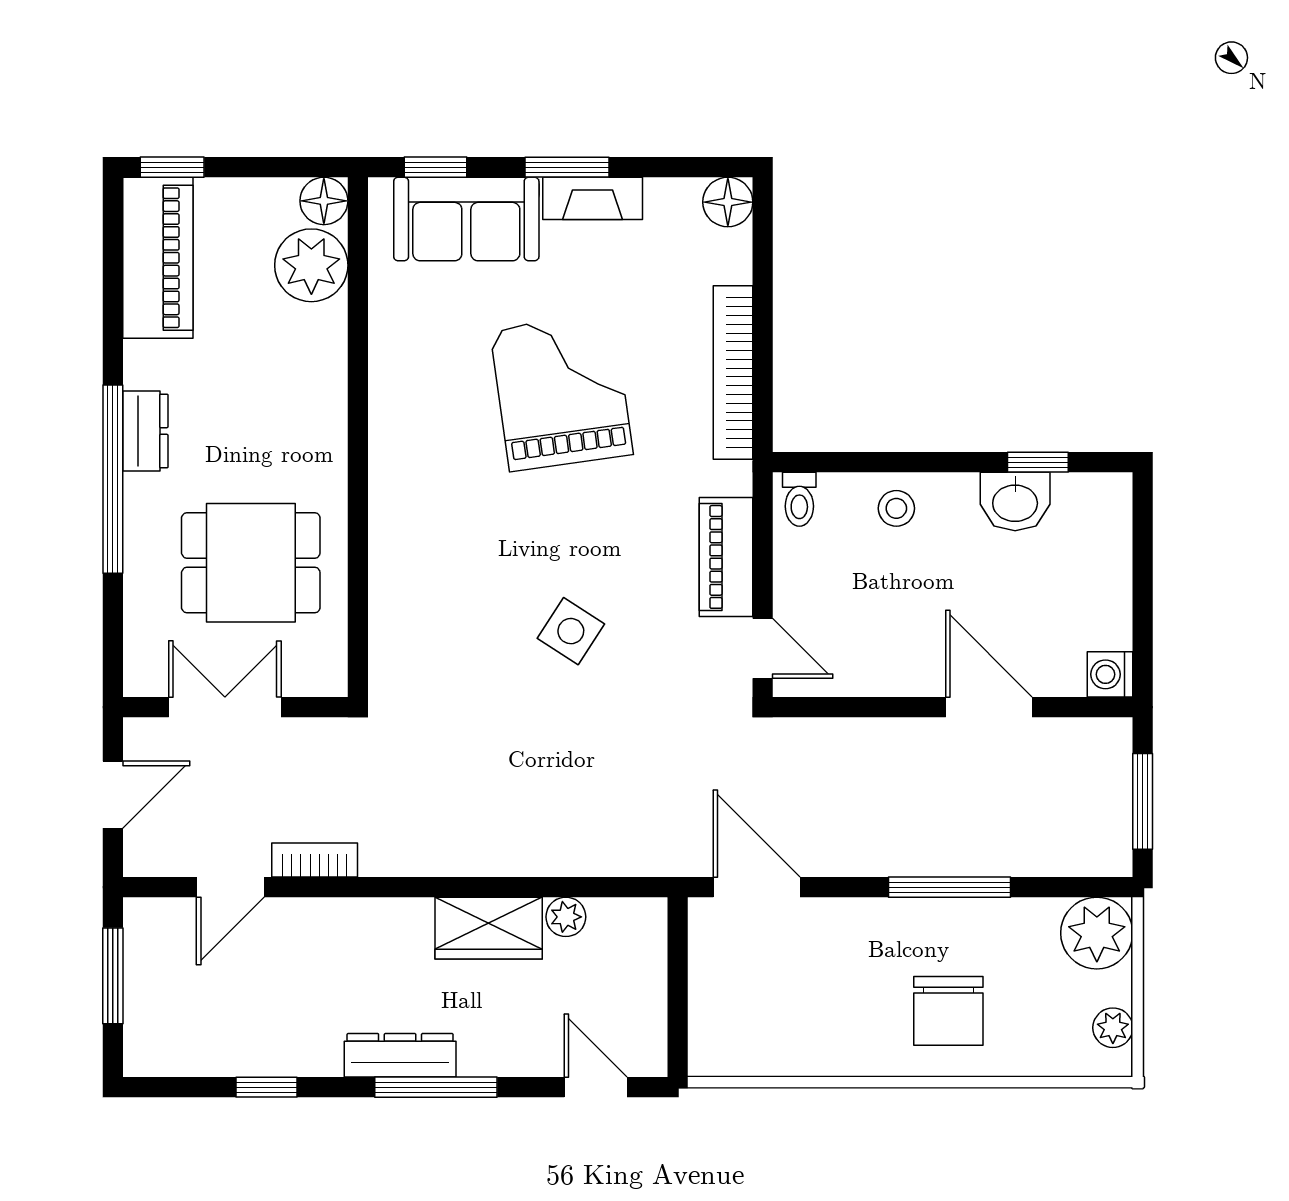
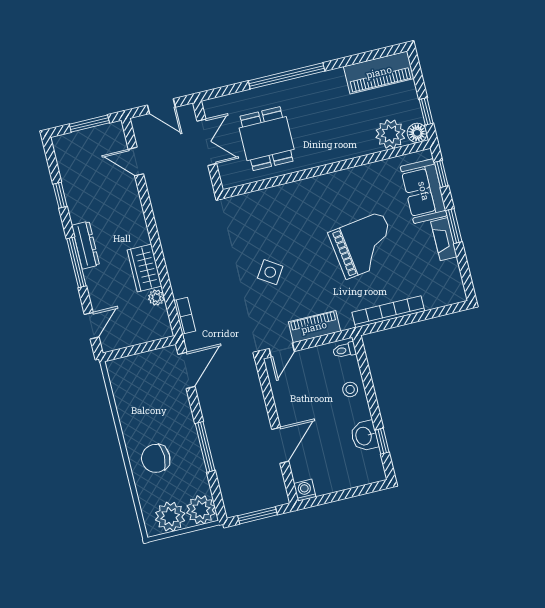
window: (172, 167) -> (426, 111), moved
floor lamp: (728, 202) -> (455, 293), removed
dresser: (145, 431) -> (309, 84), removed
bookcase: (315, 860) -> (185, 316), moved
plant: (1113, 1028) -> (170, 517), width x1.87, depth x1.87

